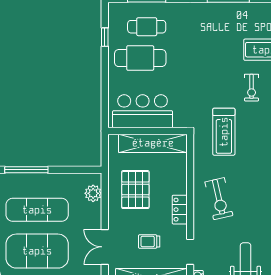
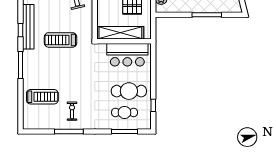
exercise bike: (252, 88) -> (72, 111), moved
treadmill: (224, 132) -> (61, 40), moved, turned -90

